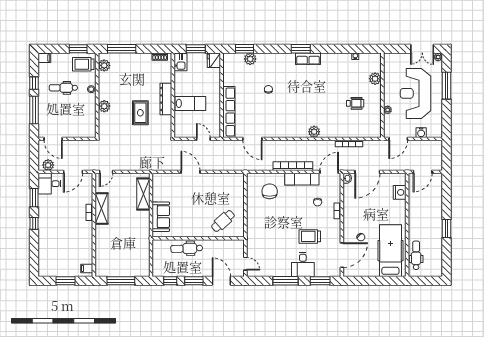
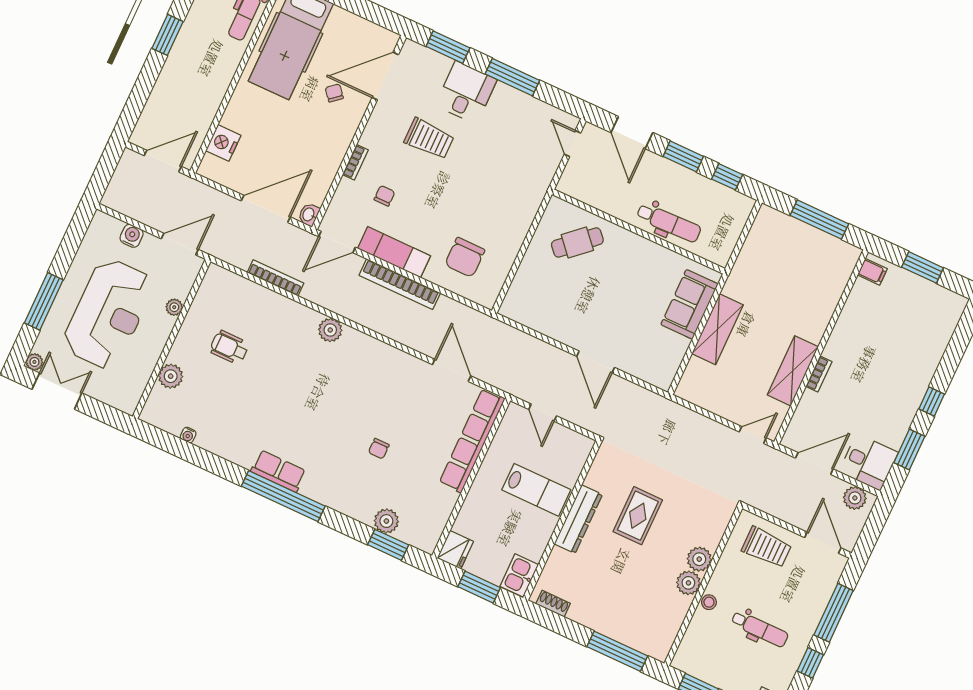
window: (301, 49) -> (283, 496), width x2.11
trolley: (83, 64) -> (767, 547), moved
plant: (104, 65) -> (688, 583), moved
lab bench: (190, 103) -> (536, 490), turned 180
shelving: (143, 194) -> (718, 329), moved

